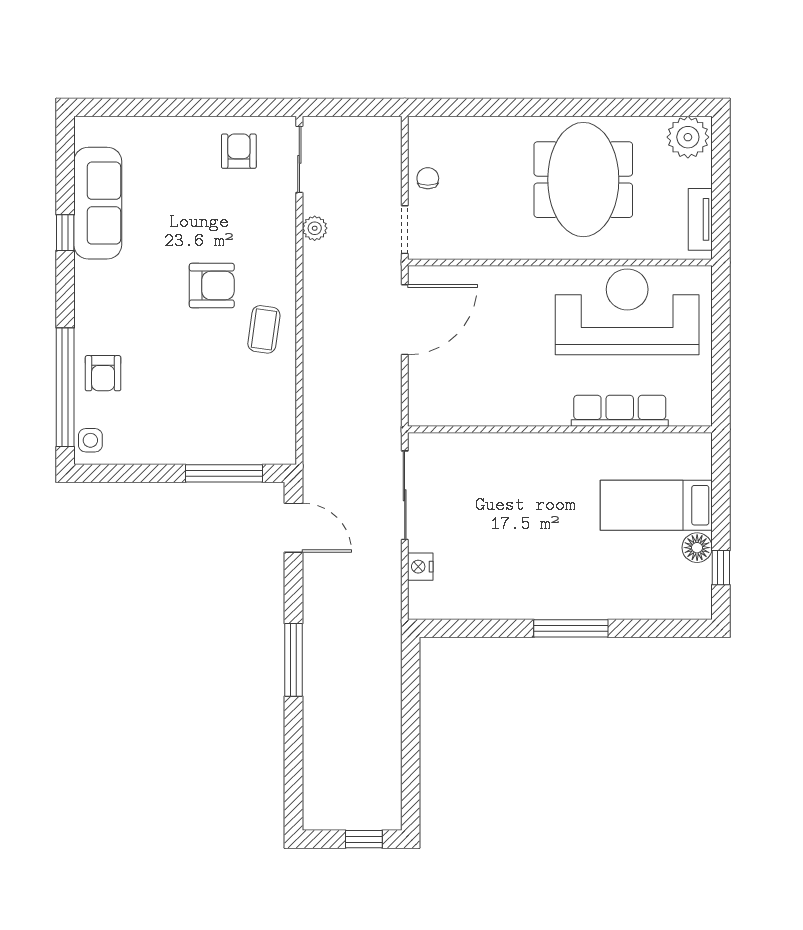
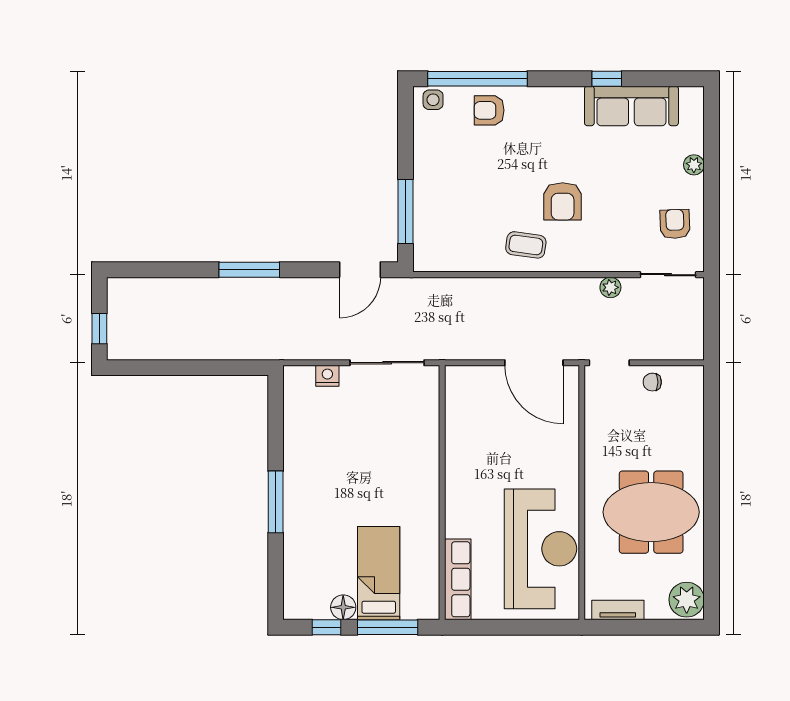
plant: (168, 128) -> (694, 165), added
armchair: (239, 151) -> (675, 224), turned -92
chair: (428, 178) -> (652, 382), turned 180
row of seats: (620, 411) -> (458, 579), moved
window: (721, 495) -> (388, 627), added

